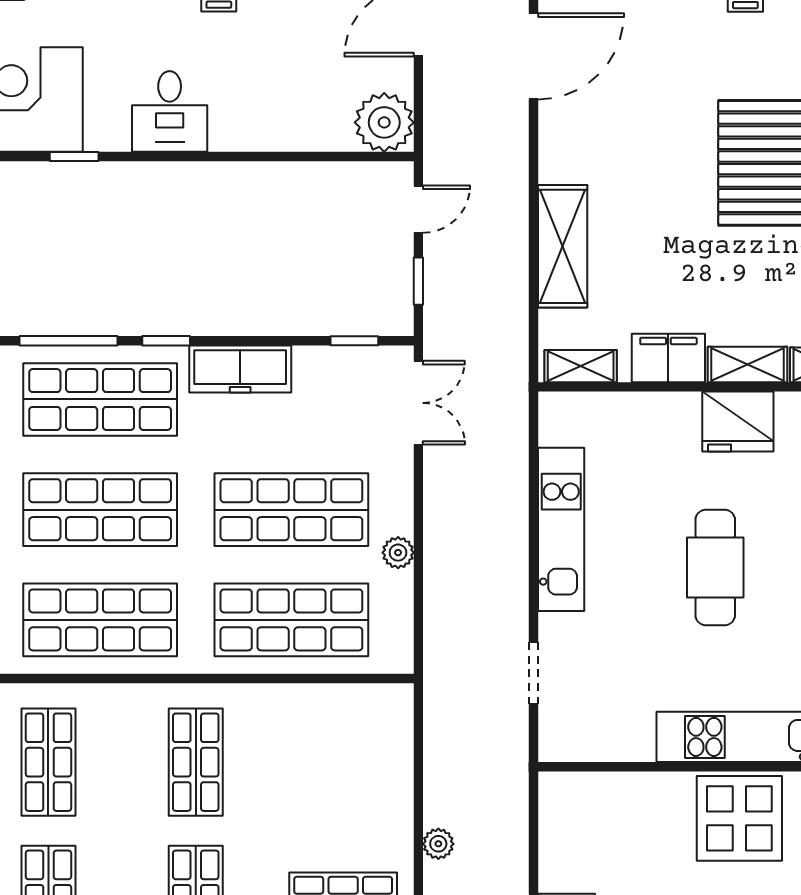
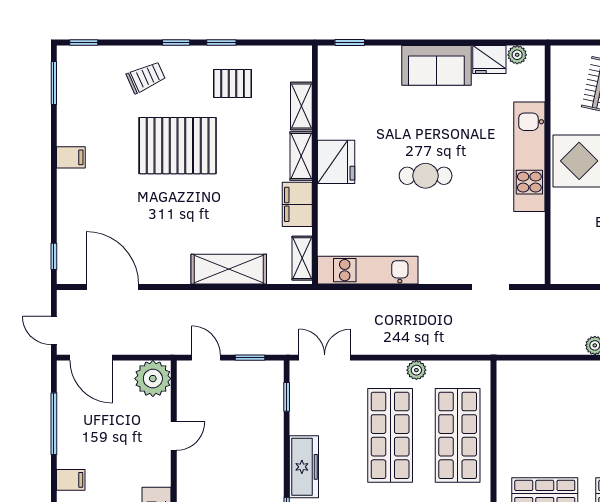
door: (290, 157) -> (174, 436), added
kitchen unit: (561, 529) -> (368, 270), moved
cafe table: (715, 568) -> (426, 176), width x0.73, depth x0.74

